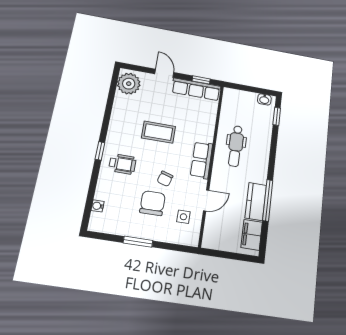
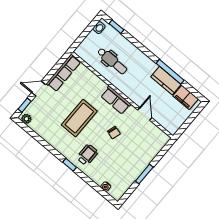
window: (201, 80) -> (25, 105), moved
plant: (129, 84) -> (26, 119), width x0.53, depth x0.53
coffee table: (158, 132) -> (79, 118), width x1.36, depth x1.32
dental chair: (236, 146) -> (112, 61), moved
chair: (153, 203) -> (125, 150), removed
side table: (183, 217) -> (146, 135), removed

